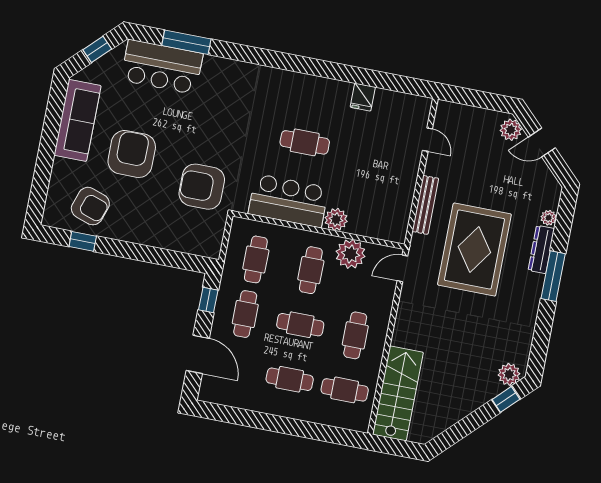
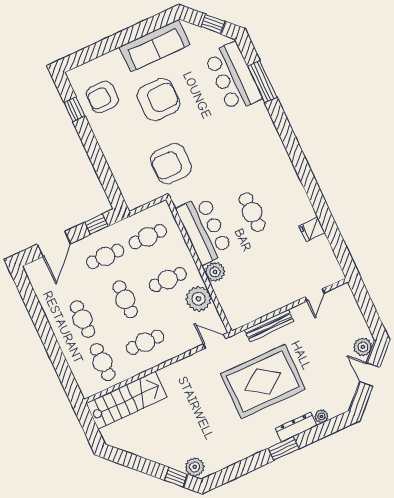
armchair: (202, 187) -> (171, 164), turned -90
armchair: (90, 206) -> (102, 97), turned 71
window: (553, 276) -> (284, 448), width x0.69

